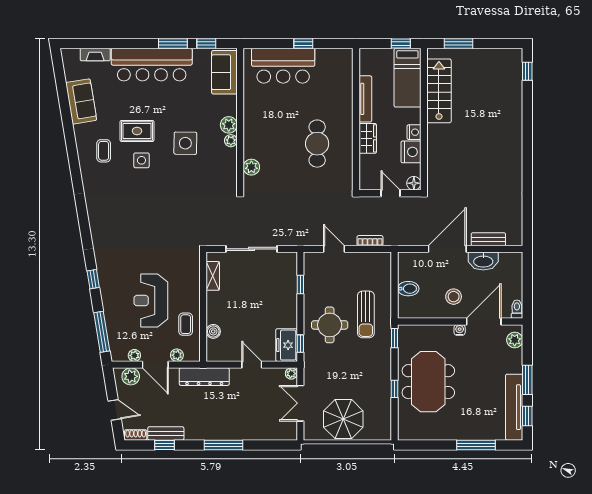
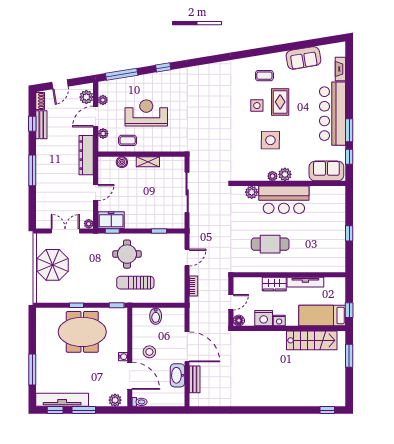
bar counter: (283, 66) -> (284, 200), moved, turned -90
shelving: (213, 276) -> (148, 162), moved

